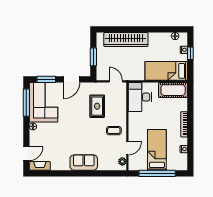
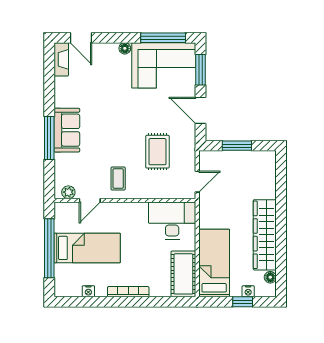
wardrobe: (126, 39) -> (265, 235), moved
rug: (97, 106) -> (157, 152), turned 90
door: (127, 148) -> (90, 200), hinge flipped
window: (89, 173) -> (49, 138), added

